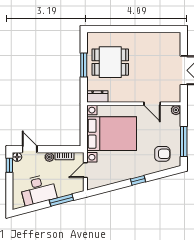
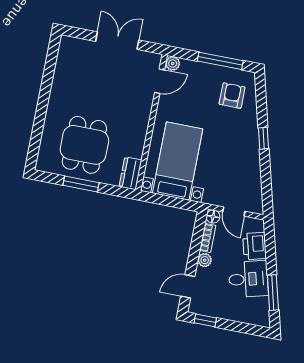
door: (152, 104) -> (160, 81), moved
bed with nightstands: (112, 134) -> (178, 161), width x0.73
floor lamp: (17, 157) -> (213, 217), moved
printer: (65, 188) -> (255, 246), added
desk: (38, 190) -> (248, 279), width x0.73
window: (61, 200) -> (273, 293), moved

